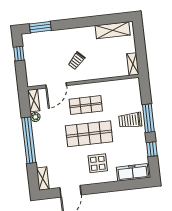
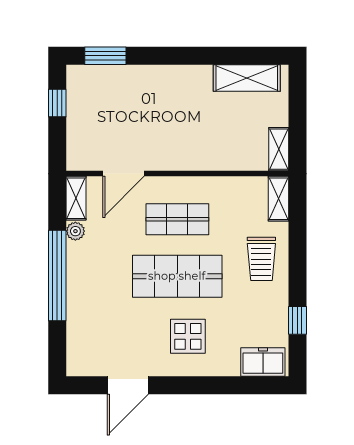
trolley: (76, 61) -> (169, 130), removed
window: (148, 118) -> (297, 259), removed
trolley: (130, 120) -> (261, 259), turned -90
freezer: (133, 172) -> (263, 362), width x0.71
shelving: (43, 179) -> (278, 199), moved

